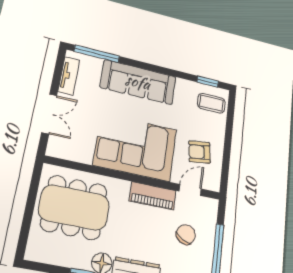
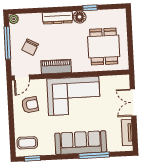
window: (97, 54) -> (94, 155), moved
door: (190, 190) -> (22, 78), moved
dining table: (74, 207) -> (104, 47), width x0.73

